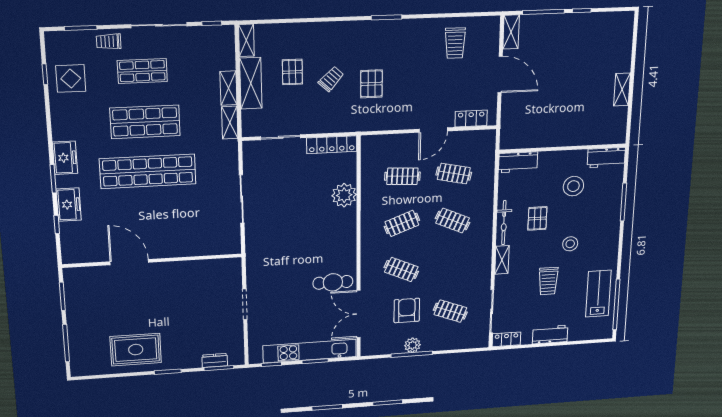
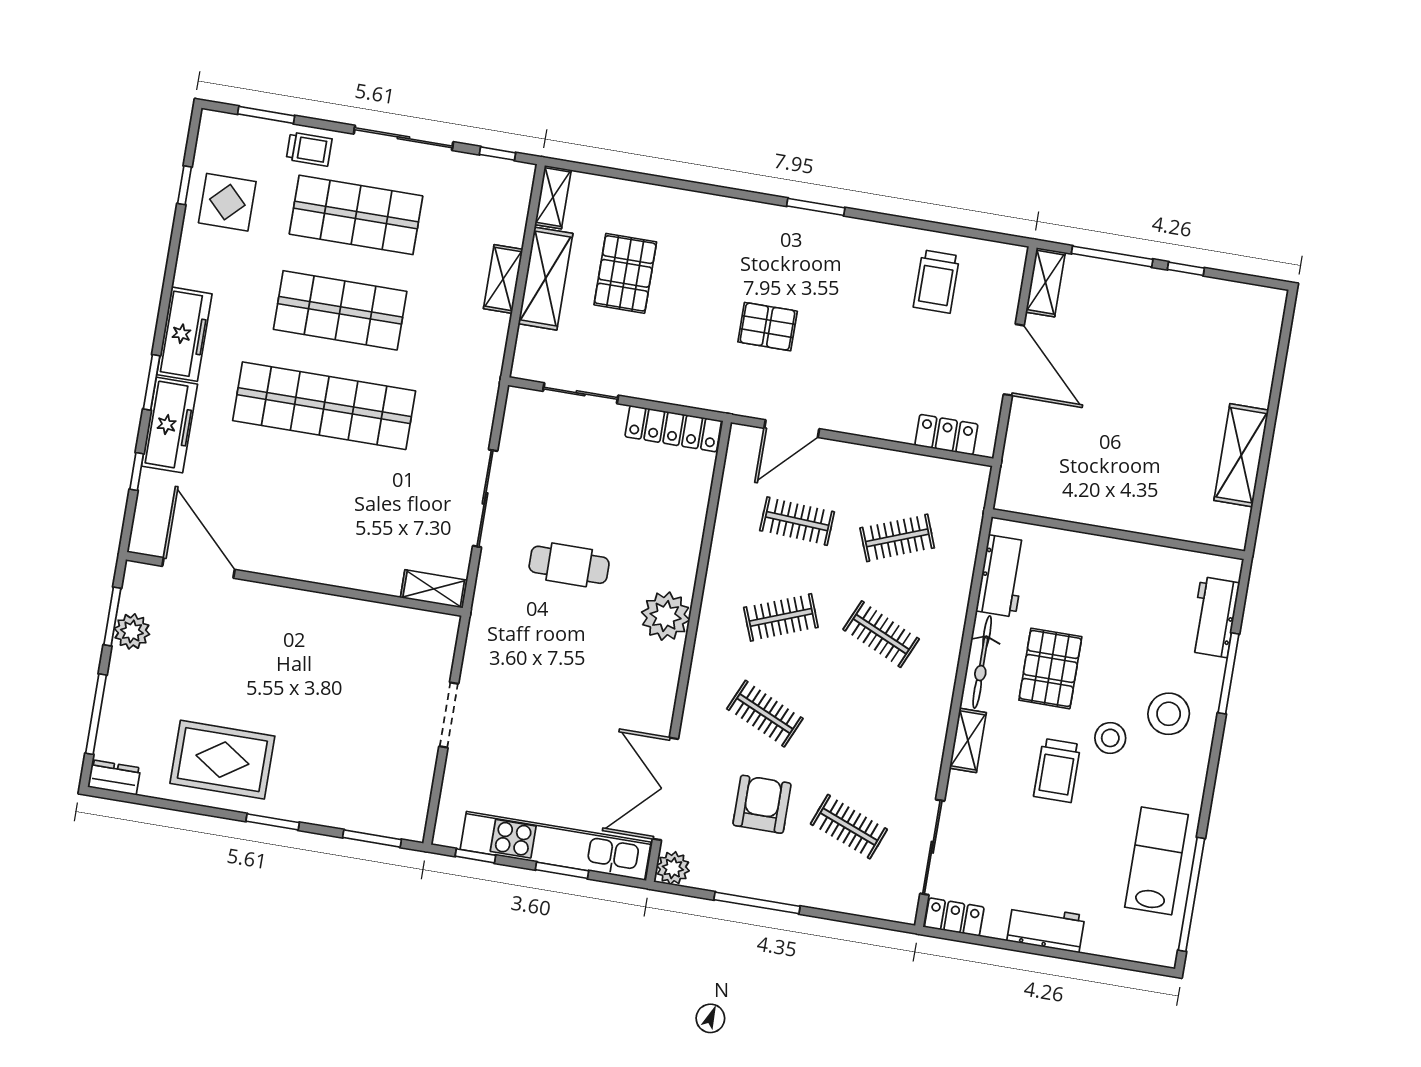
trolley: (109, 41) -> (309, 149), turned 180
shop shelf: (142, 71) -> (356, 215), width x1.43, depth x1.36
pallet: (292, 72) -> (625, 273), width x1.50, depth x1.42
trolley: (331, 79) -> (694, 301), removed
pallet: (371, 84) -> (768, 327), turned 90
shelving: (622, 89) -> (1241, 455), width x1.50, depth x1.33
shelving: (230, 123) -> (434, 589), moved, turned 90
door: (433, 130) -> (792, 429), moved
freezer: (65, 158) -> (184, 334), width x1.40
workbench: (606, 158) -> (1214, 617), moved, turned 90
workbench: (518, 162) -> (1002, 576), moved, turned -90
clothes rail: (454, 174) -> (897, 538), turned -33
stool: (573, 186) -> (1169, 714), moved
plant: (344, 195) -> (666, 616), moved
freezer: (69, 205) -> (169, 425), width x1.40
pallet: (537, 218) -> (1050, 668), width x1.50, depth x1.42
door: (129, 262) -> (199, 568), moved
trolley: (548, 281) -> (1057, 770), moved
cafe table: (333, 282) -> (569, 565), moved
plant: (74, 301) -> (132, 631), added
plant: (412, 345) -> (673, 868), moved
dresser: (215, 360) -> (114, 777), moved

